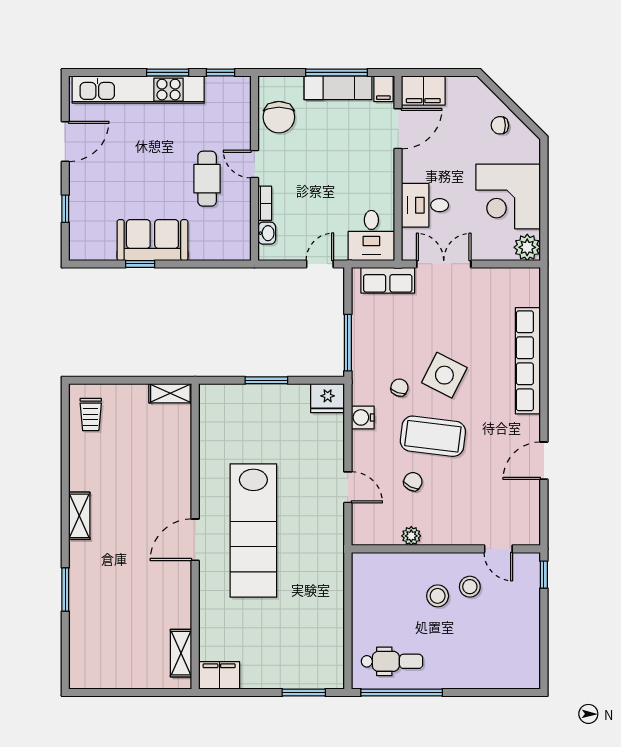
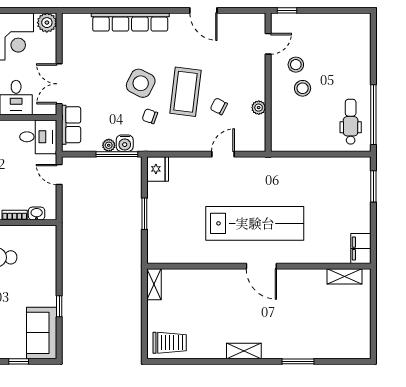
sofa: (152, 240) -> (42, 333), moved
plant: (360, 332) -> (109, 145), added
trolley: (91, 415) -> (170, 343), width x1.36, depth x1.39
water cooler: (363, 417) -> (125, 143), moved

